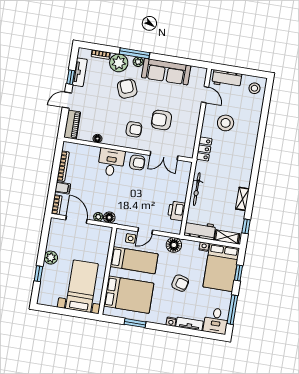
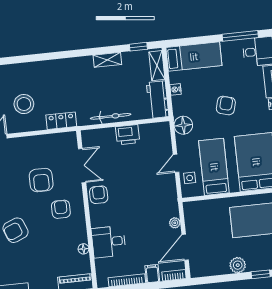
desk: (111, 162) -> (109, 242), moved
printer: (176, 211) -> (128, 135), moved
floor lamp: (109, 217) -> (172, 210), removed
door: (145, 231) -> (176, 163), swing flipped
bed: (221, 268) -> (194, 57), width x0.67
window: (238, 273) -> (195, 41), removed

